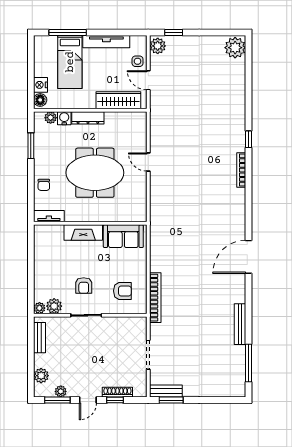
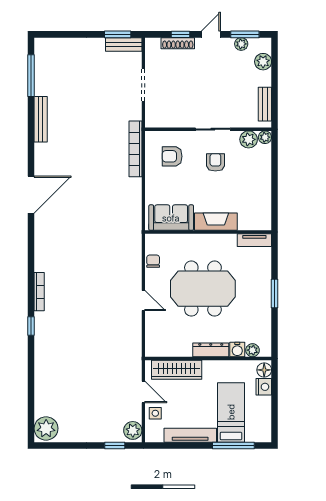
window: (31, 146) -> (275, 294), moved
chair: (44, 185) -> (153, 261), moved

